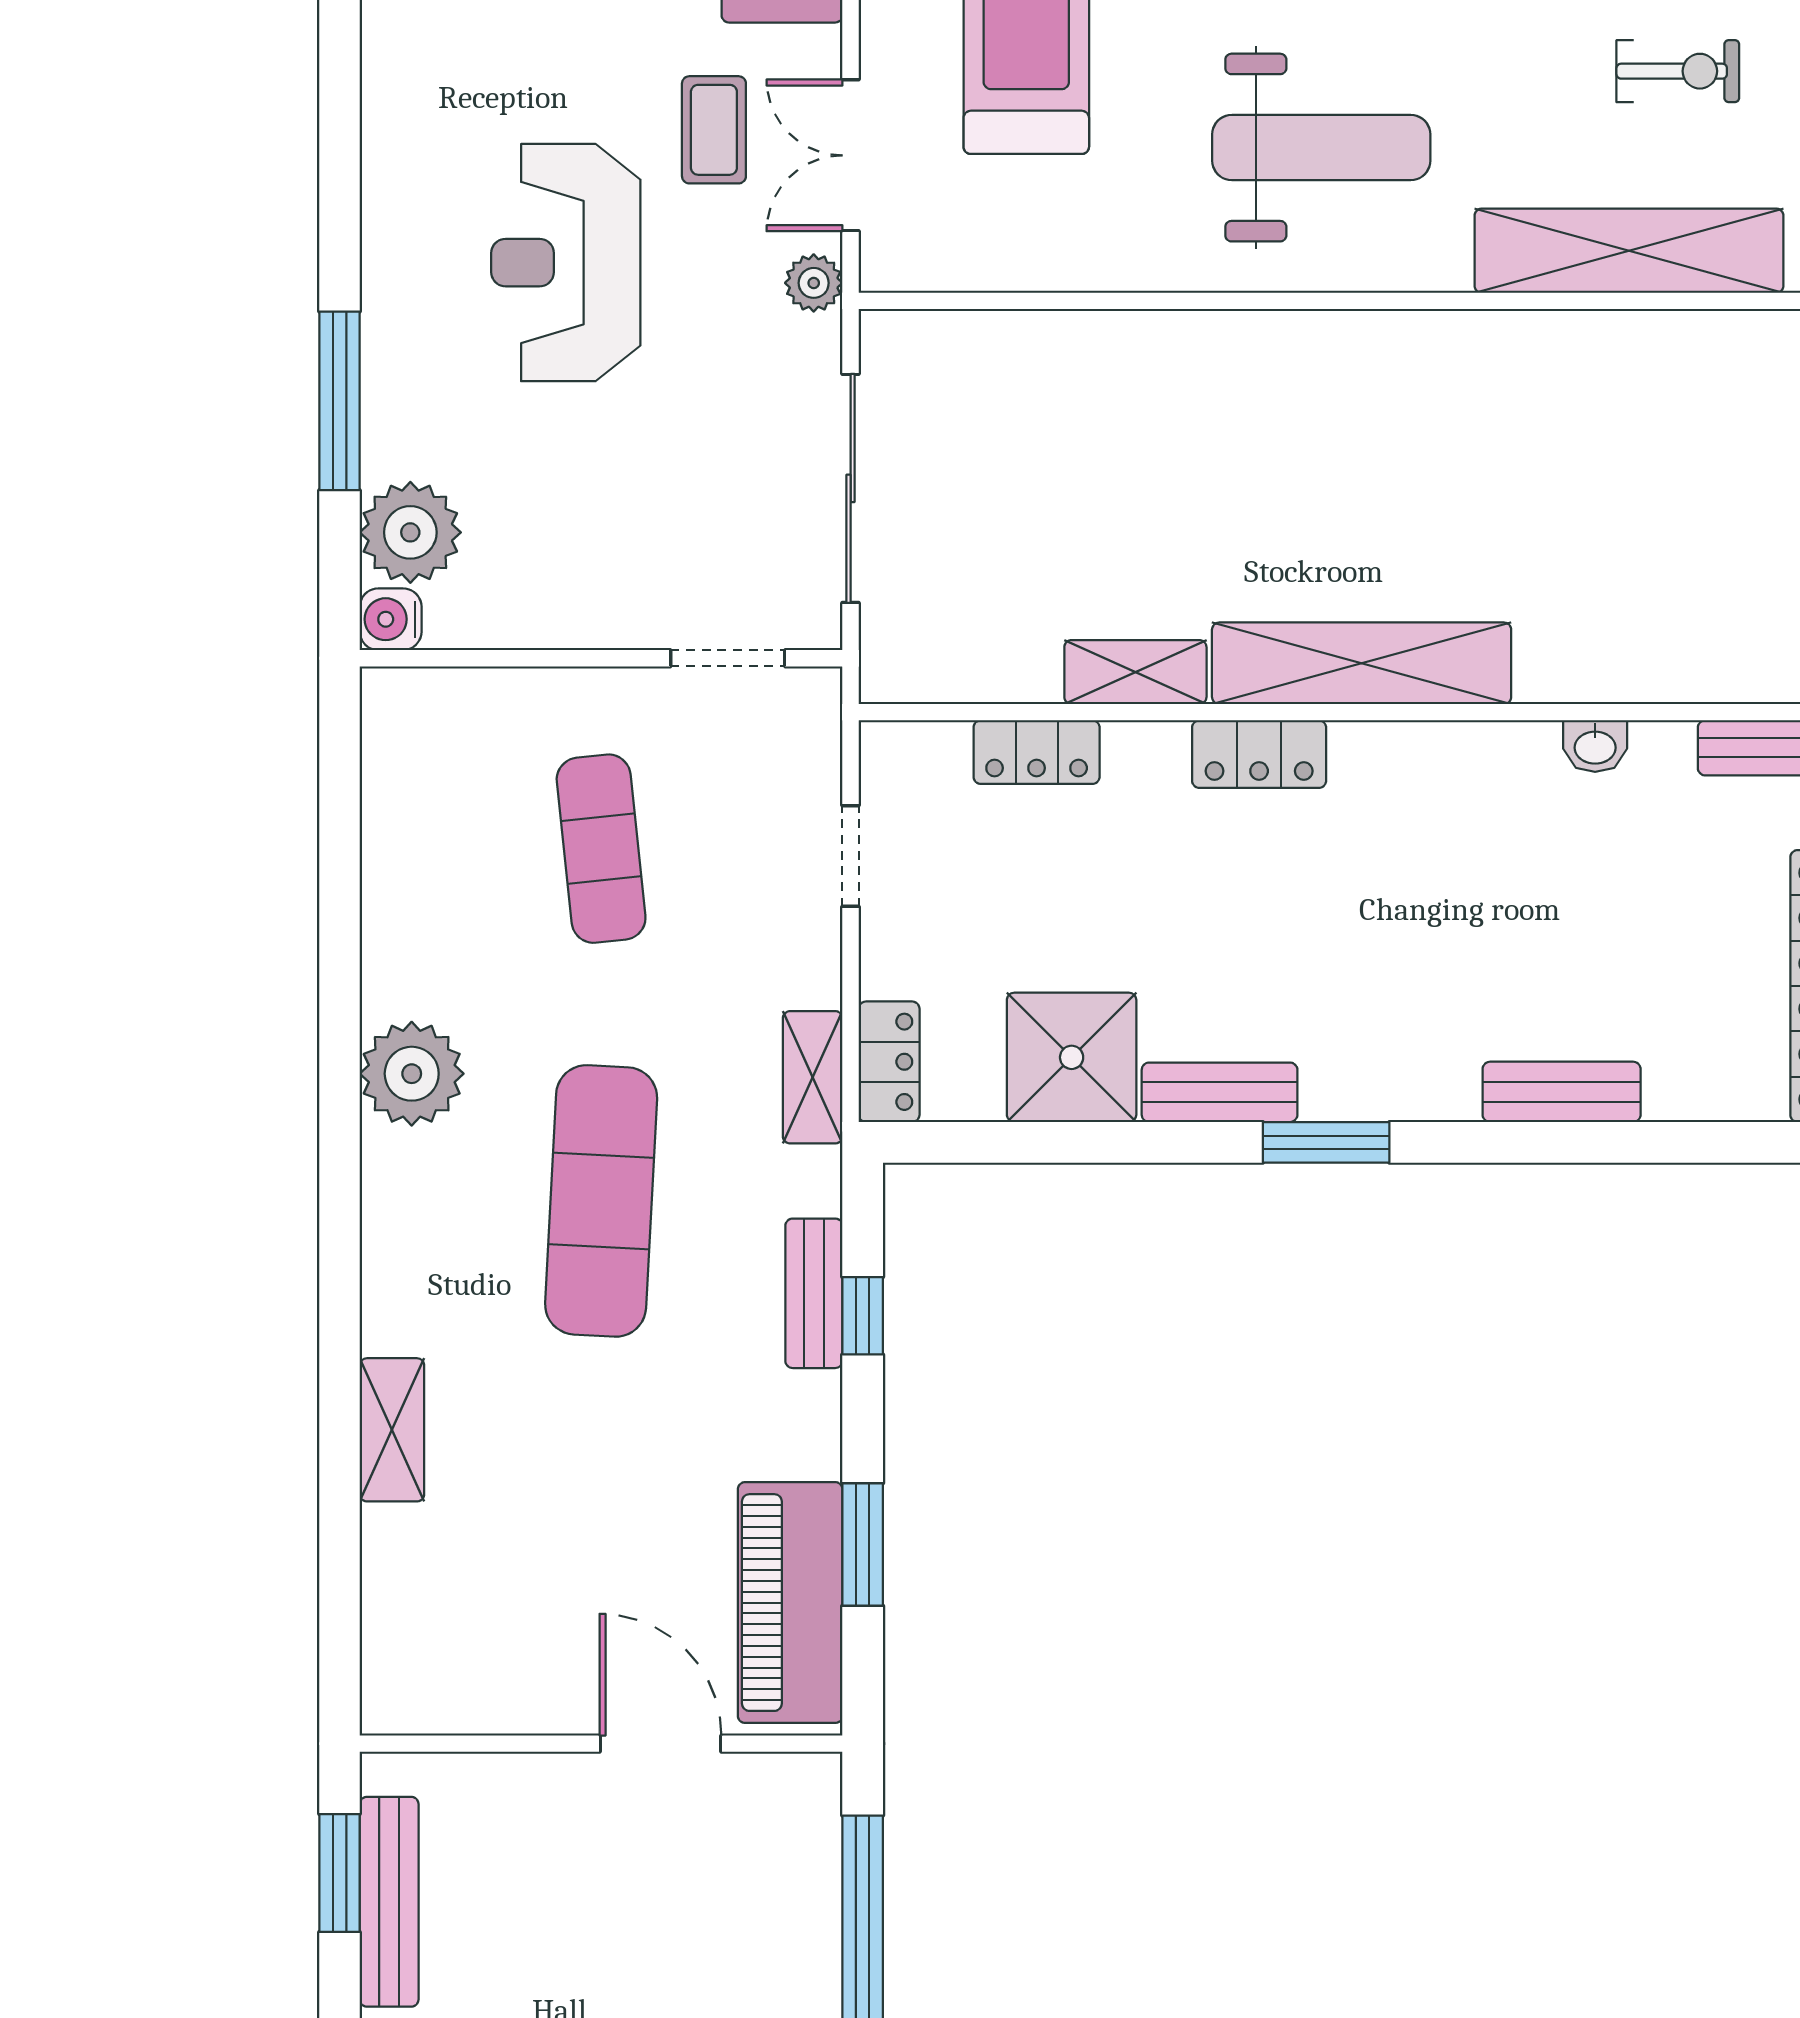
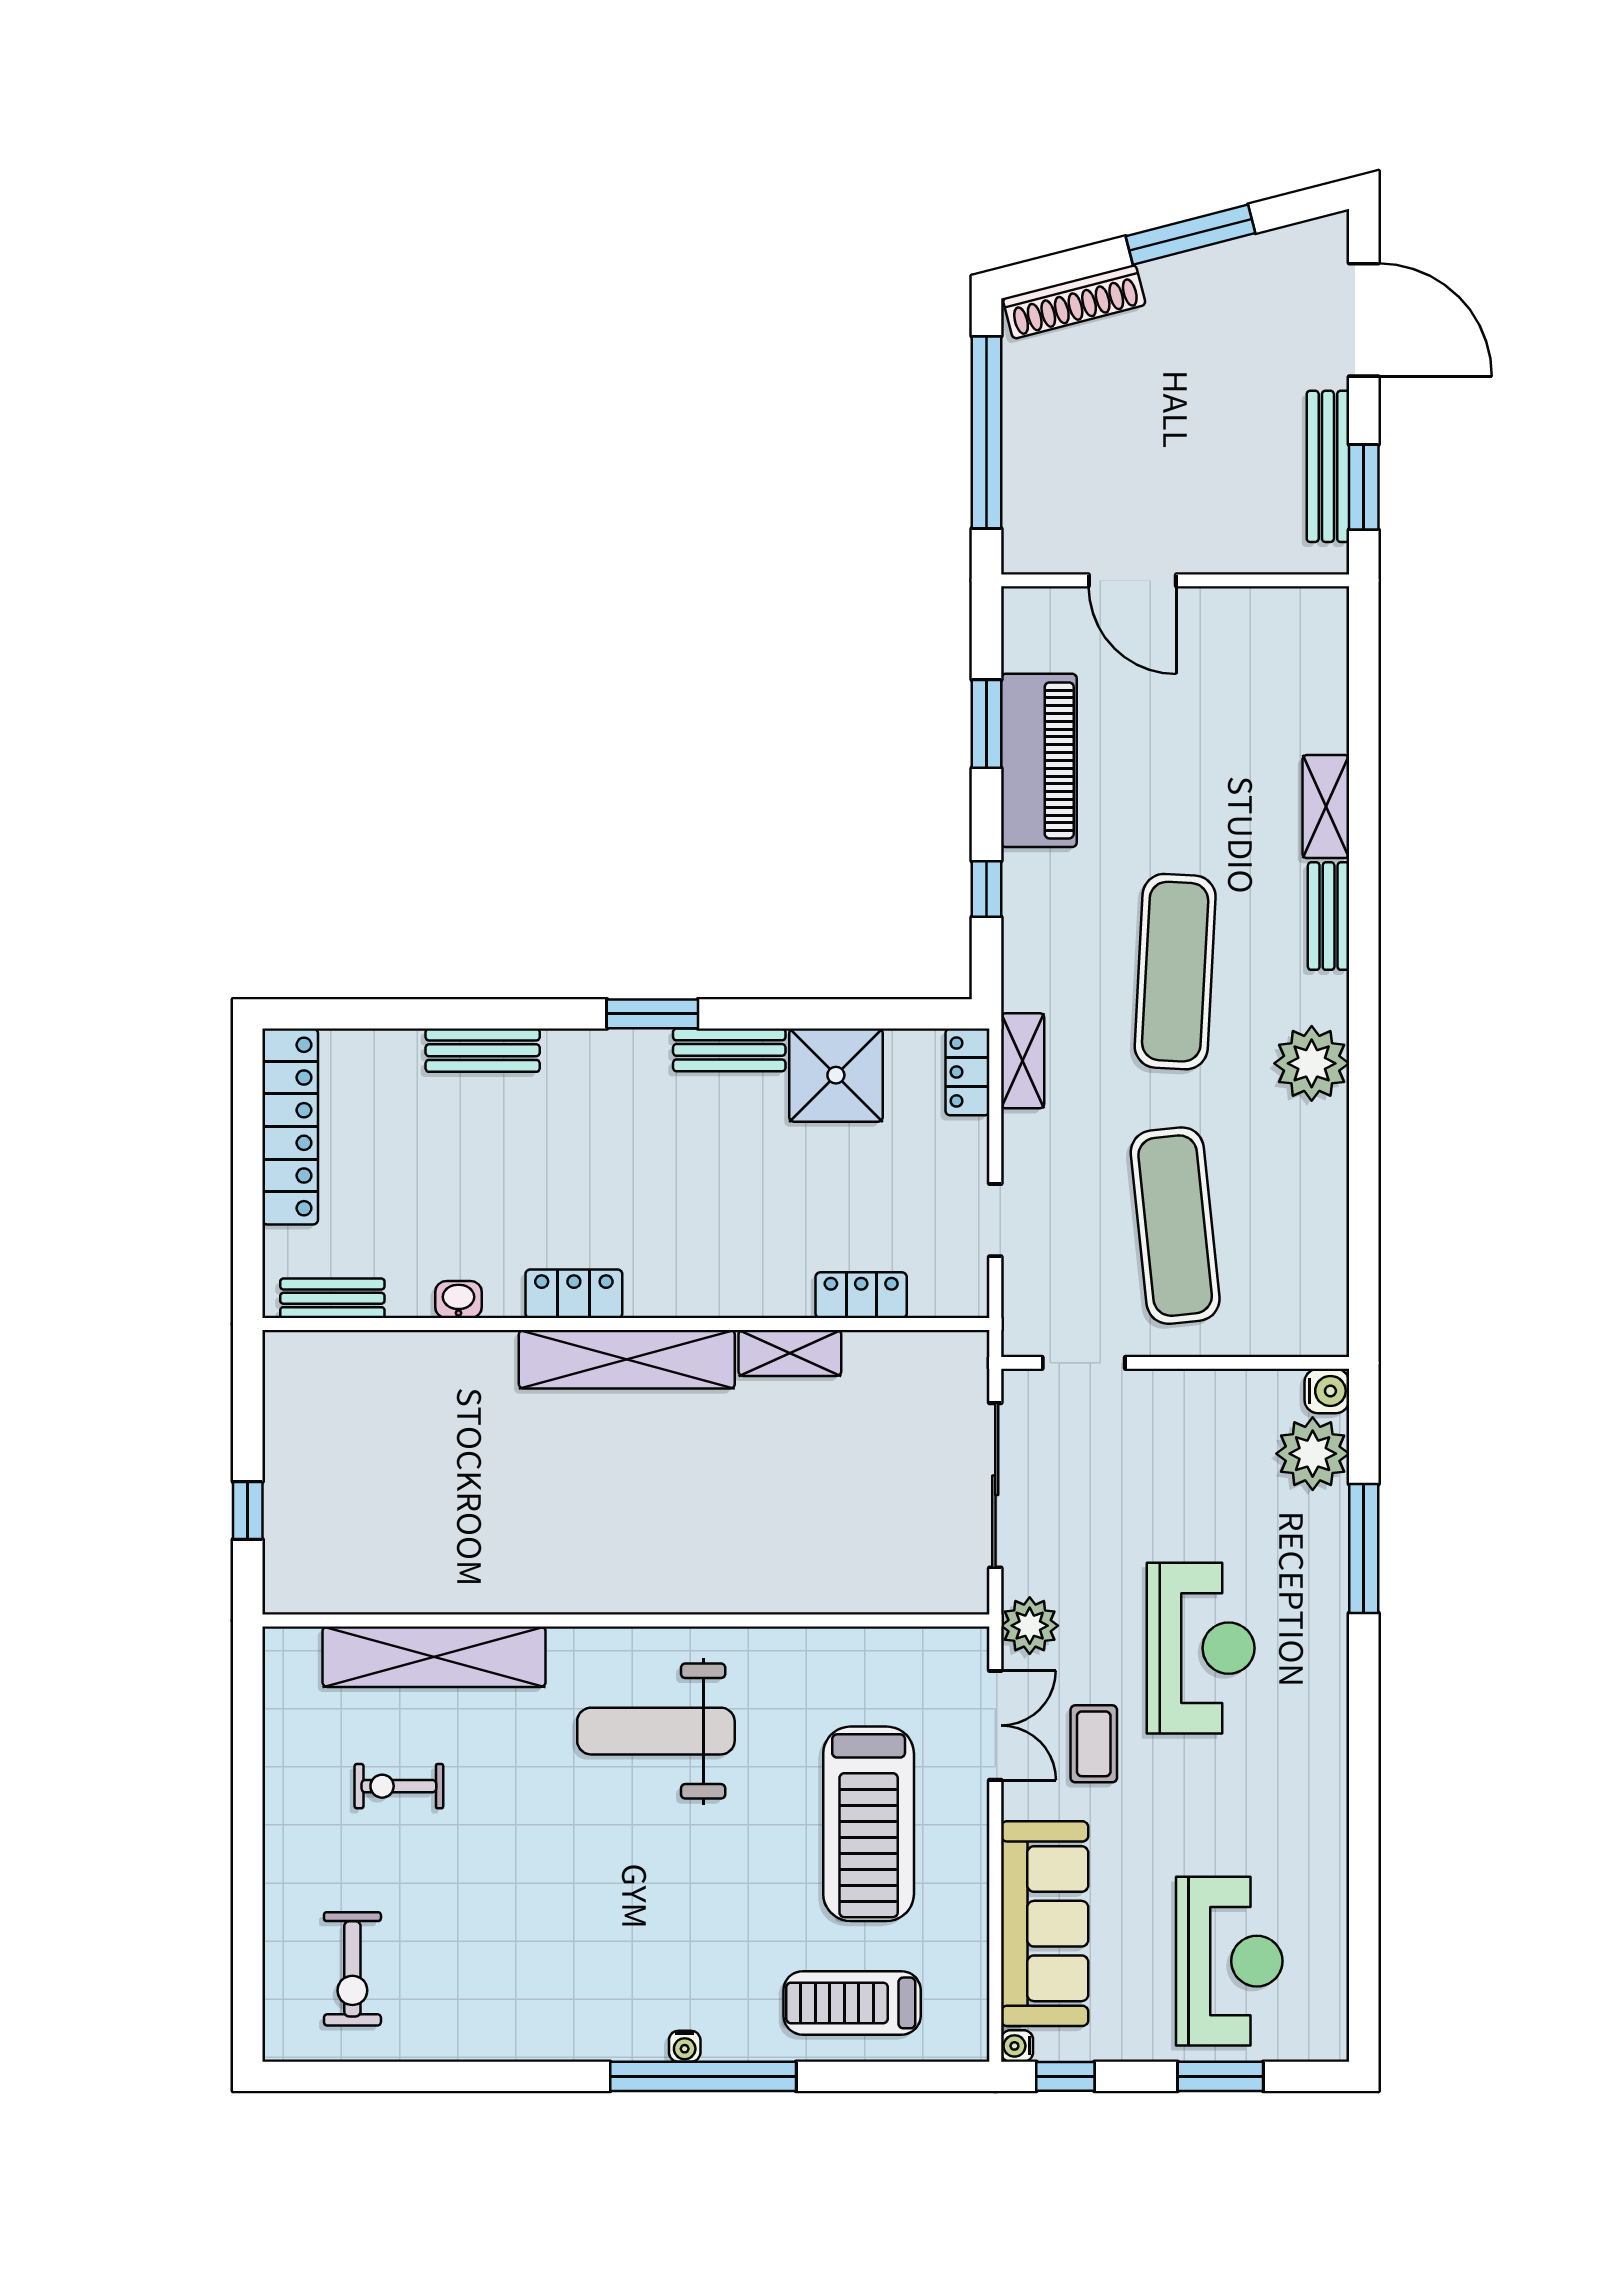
plant: (814, 283) -> (1030, 1626), width x1.38, depth x1.38
locker: (1259, 754) -> (574, 1294), moved
exercise mat: (601, 849) -> (1175, 1226), width x1.36, depth x1.45
bench: (814, 1293) -> (1329, 916), moved
piano: (790, 1603) -> (1039, 760), moved

